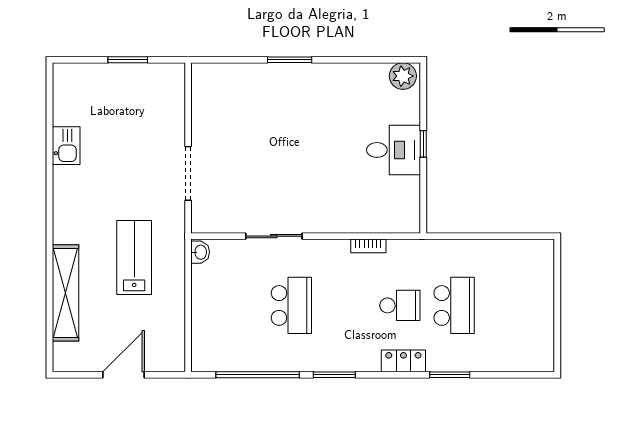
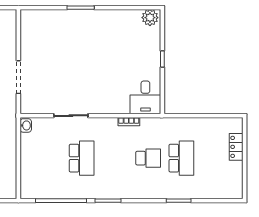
desk: (394, 150) -> (145, 97), moved, turned 90
locker: (403, 361) -> (236, 147), moved, turned -90

